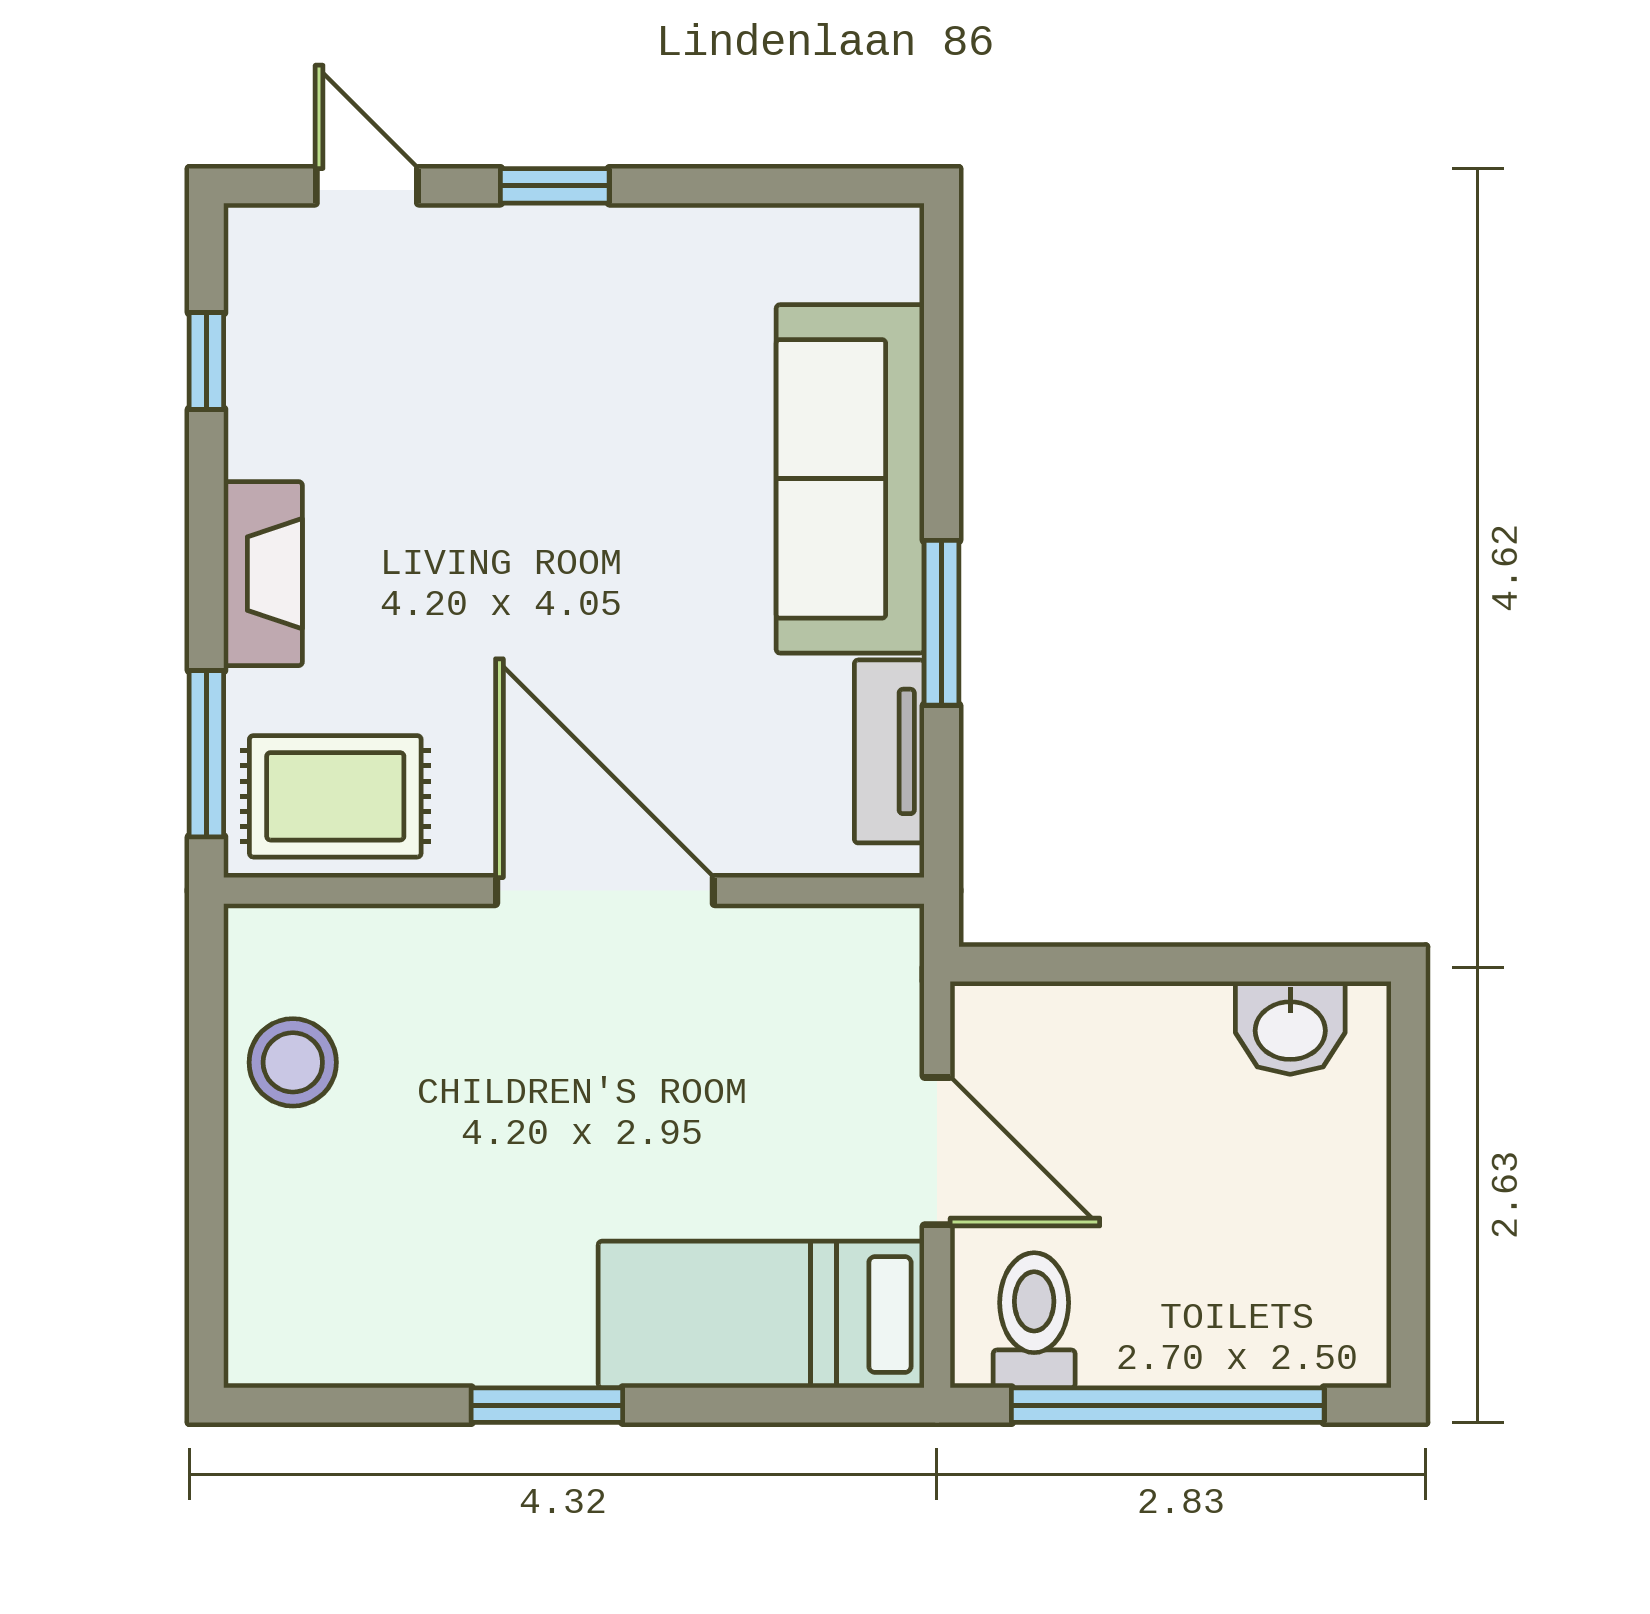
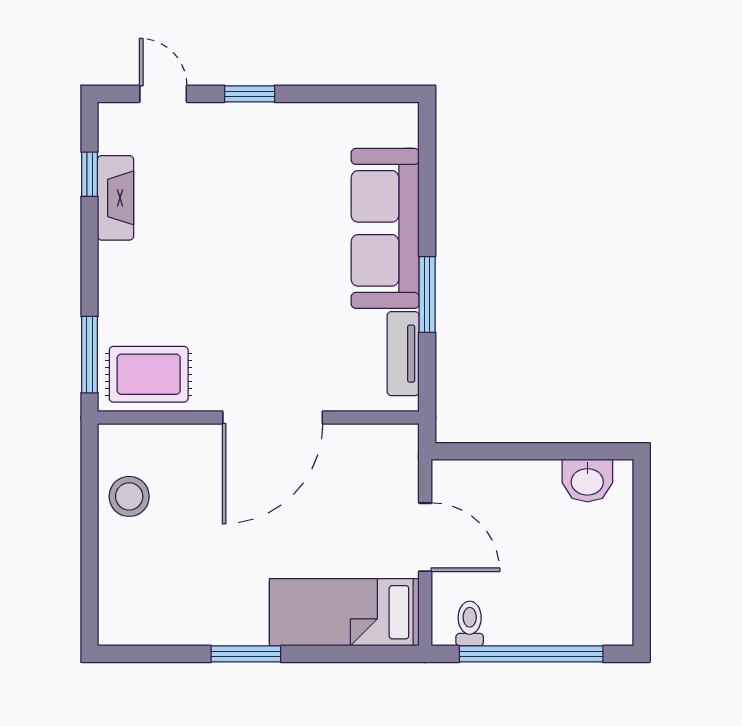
fireplace: (263, 574) -> (116, 198), moved
door: (605, 891) -> (273, 418), swing flipped
toilet: (1034, 1320) -> (470, 624), width x0.73, depth x0.72

